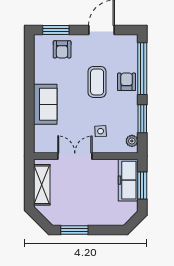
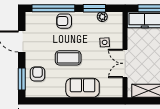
armchair: (62, 49) -> (38, 74), turned -90
coffee table: (97, 82) -> (68, 58), moved
plant: (132, 141) -> (102, 17), moved

